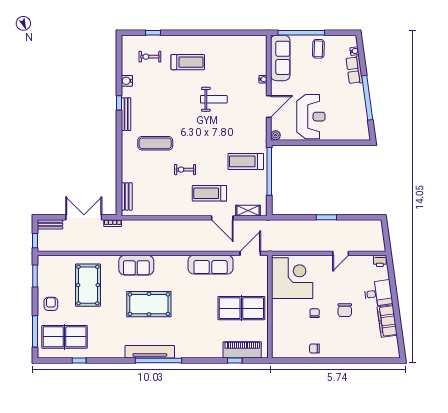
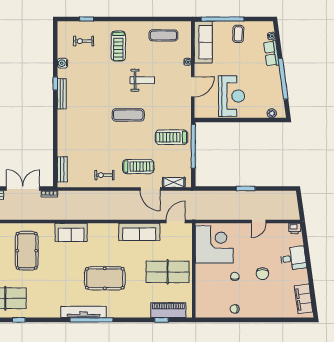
exercise mat: (237, 51) -> (163, 35), added
treadmill: (188, 62) -> (118, 46), turned 90
plant: (276, 135) -> (272, 113), moved
exercise mat: (155, 143) -> (128, 115), moved
exercise bike: (185, 170) -> (104, 175), moved
treadmill: (209, 193) -> (138, 167), turned 180
pool table: (149, 304) -> (105, 278), moved
filing cabinet: (387, 321) -> (304, 299), moved

